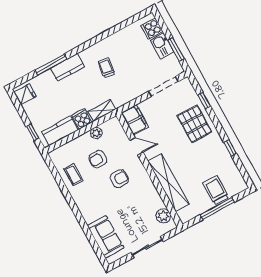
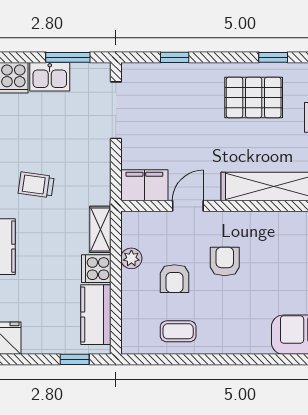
pallet: (194, 124) -> (254, 97), moved

